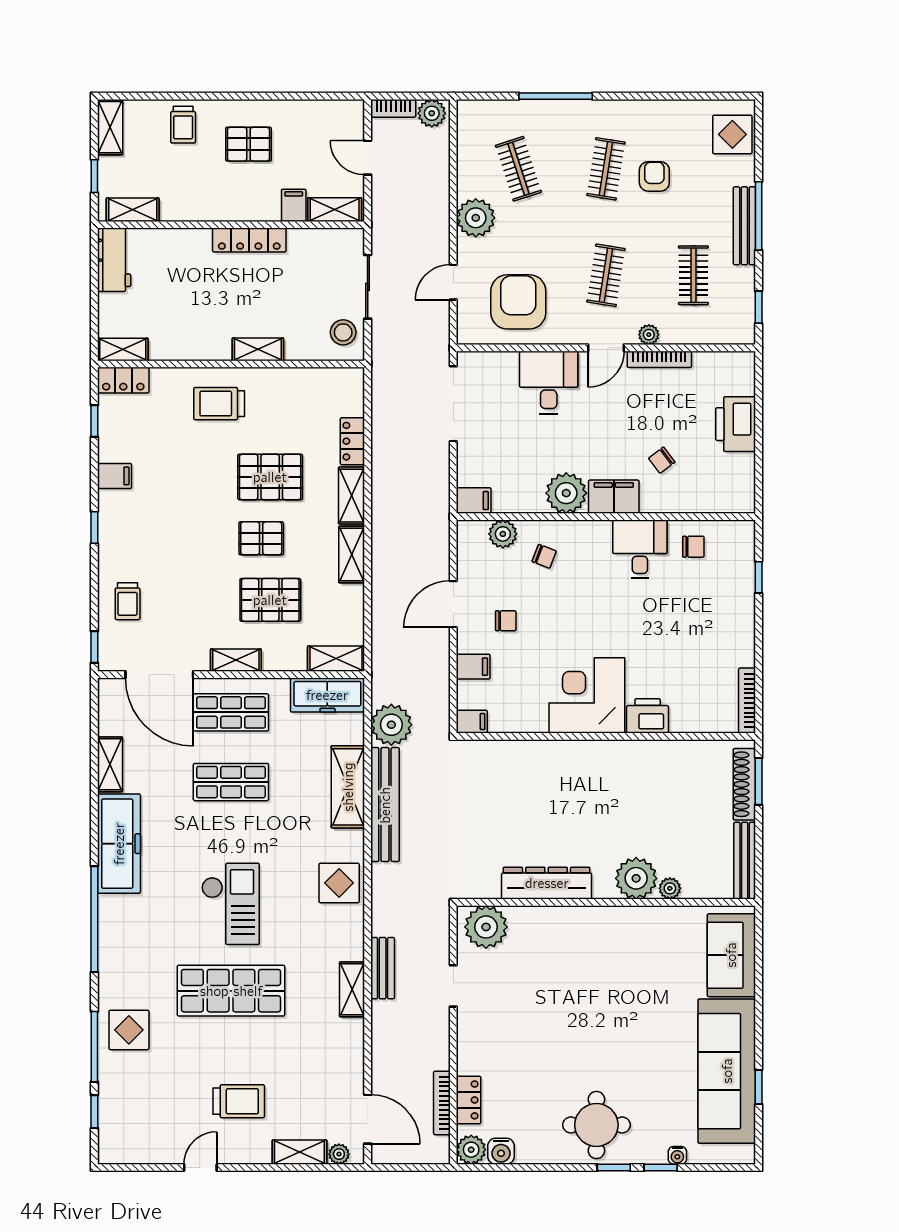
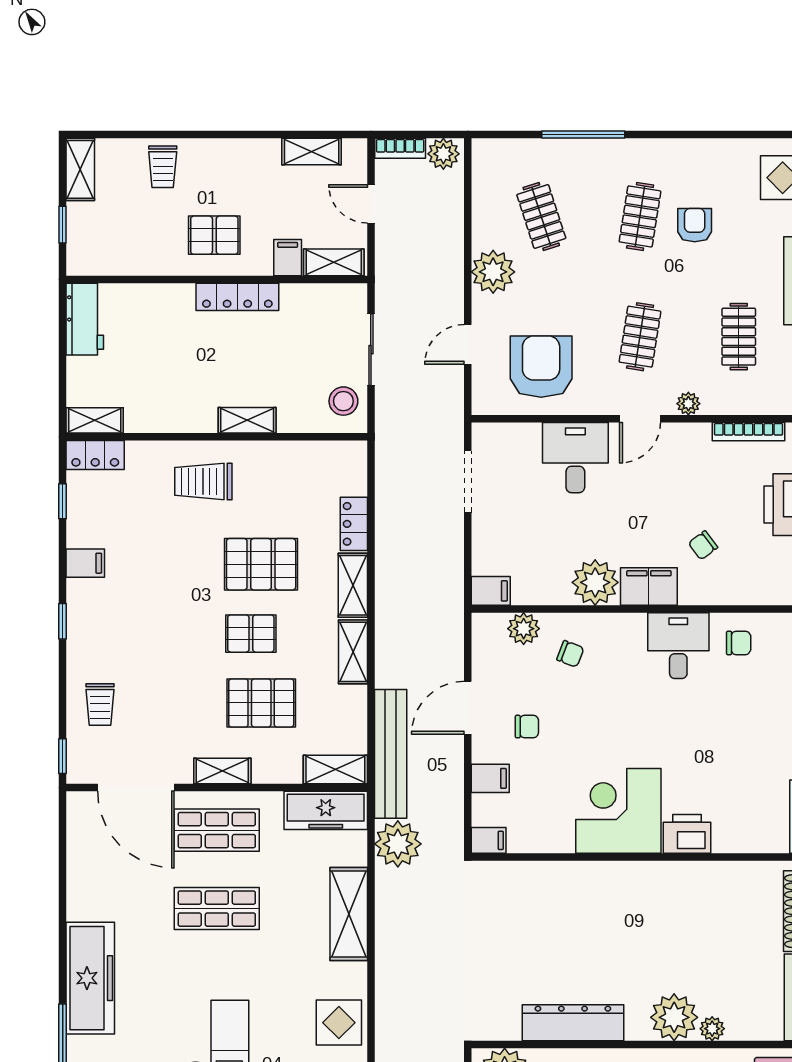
pallet: (248, 144) -> (214, 235), moved
shelving: (133, 210) -> (312, 151), moved
bookcase: (659, 359) -> (749, 432), moved
doorway: (453, 404) -> (468, 482), width x0.73
shelving: (110, 764) -> (80, 889), removed
bench: (385, 805) -> (391, 754), moved

